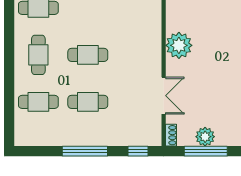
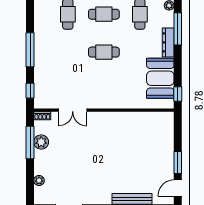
plant: (179, 45) -> (111, 122), removed
cafe table: (88, 55) -> (104, 52), turned 90
cafe table: (88, 102) -> (68, 52), removed

